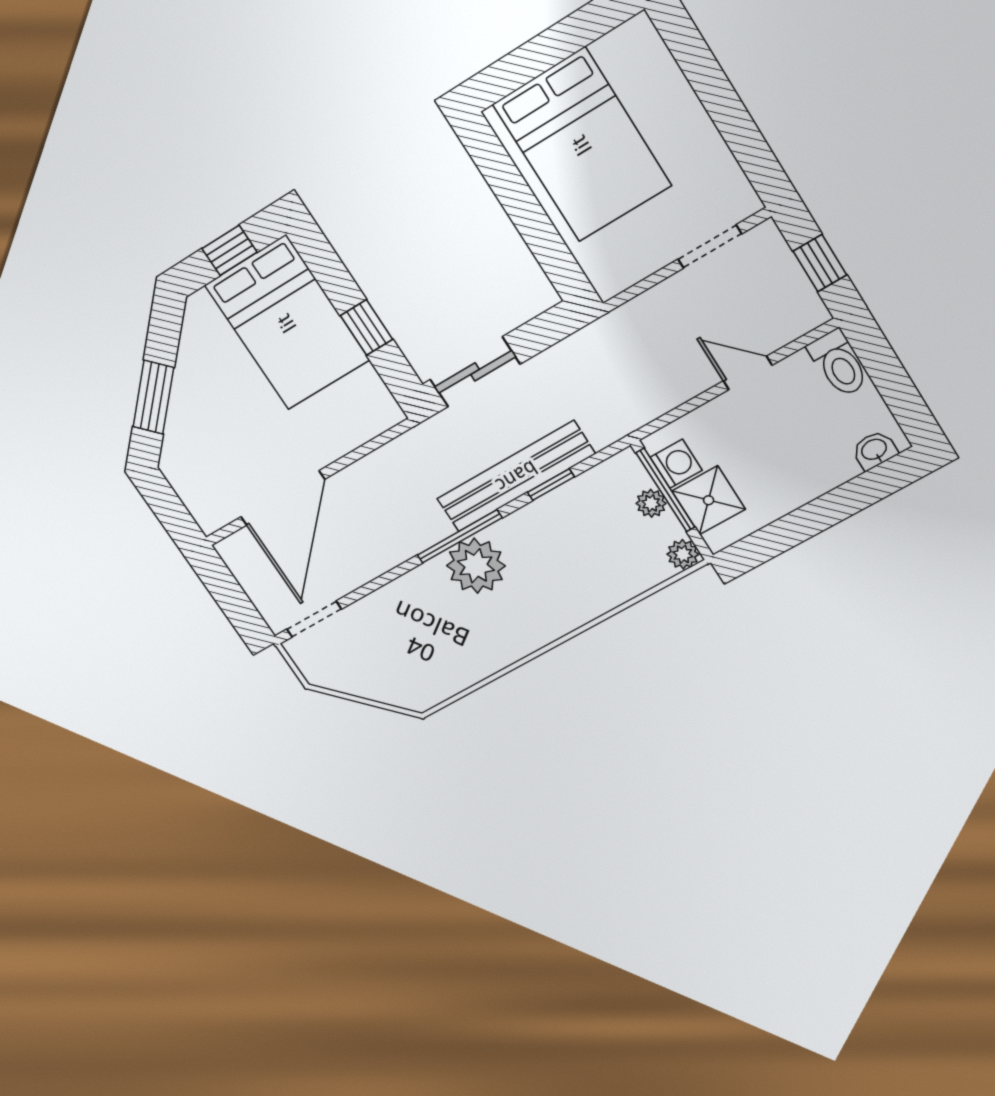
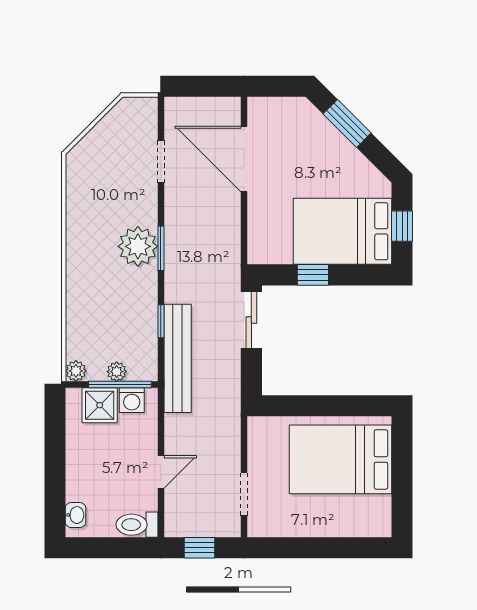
bench: (516, 476) -> (178, 358), moved
window: (460, 536) -> (161, 248), width x0.69
doorway: (314, 619) -> (161, 162), moved

